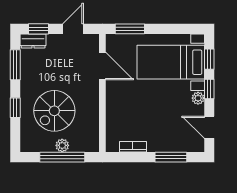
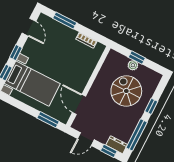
window: (15, 65) -> (137, 135), width x1.44
plant: (198, 98) -> (26, 50), removed
spiral stairs: (54, 111) -> (126, 91), turned -90
window: (62, 157) -> (137, 58), width x0.46

